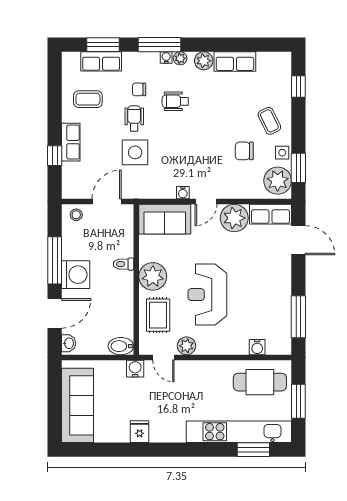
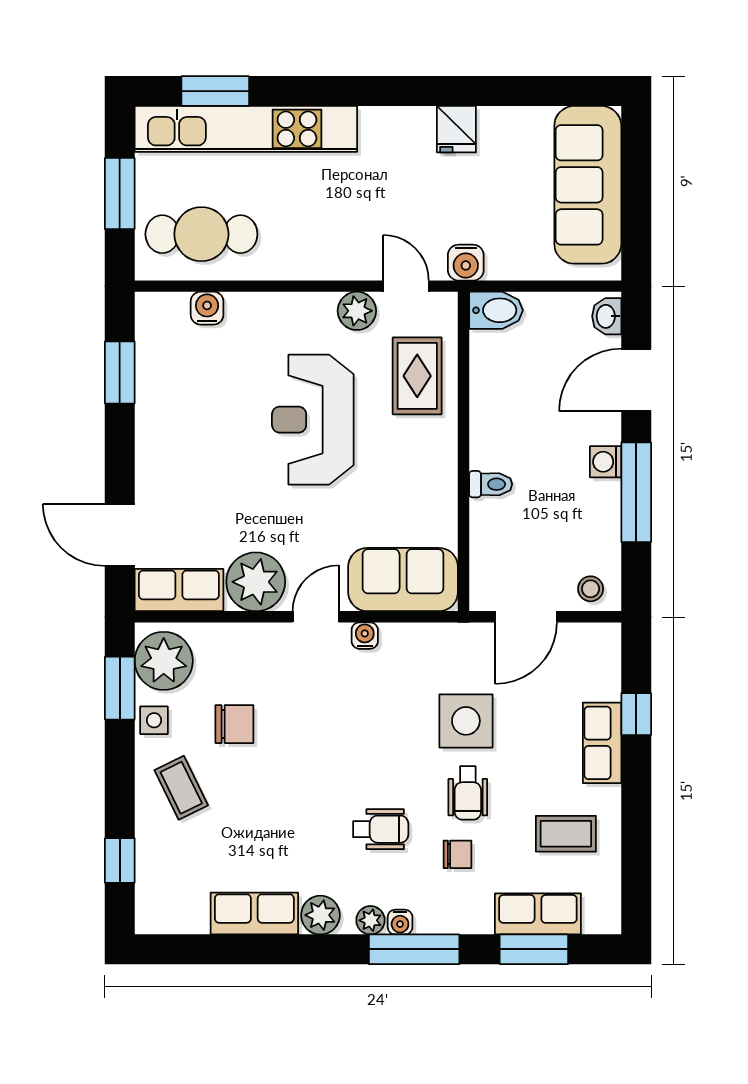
washing machine: (76, 275) -> (606, 462), width x0.53, depth x0.53
plant: (153, 276) -> (428, 458), removed
reception desk: (207, 295) -> (313, 420), turned 180
window: (298, 317) -> (120, 373), width x0.69

